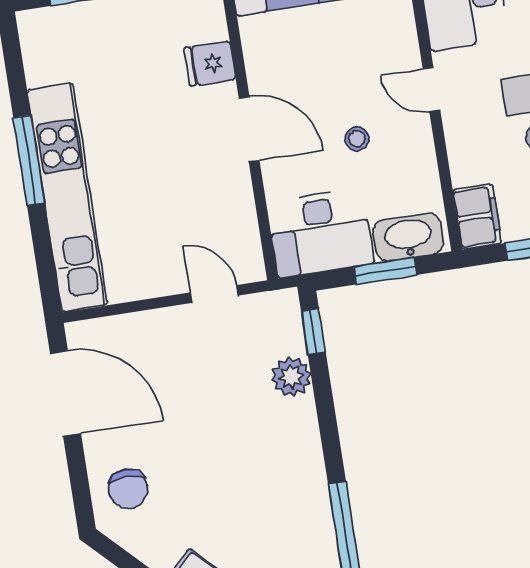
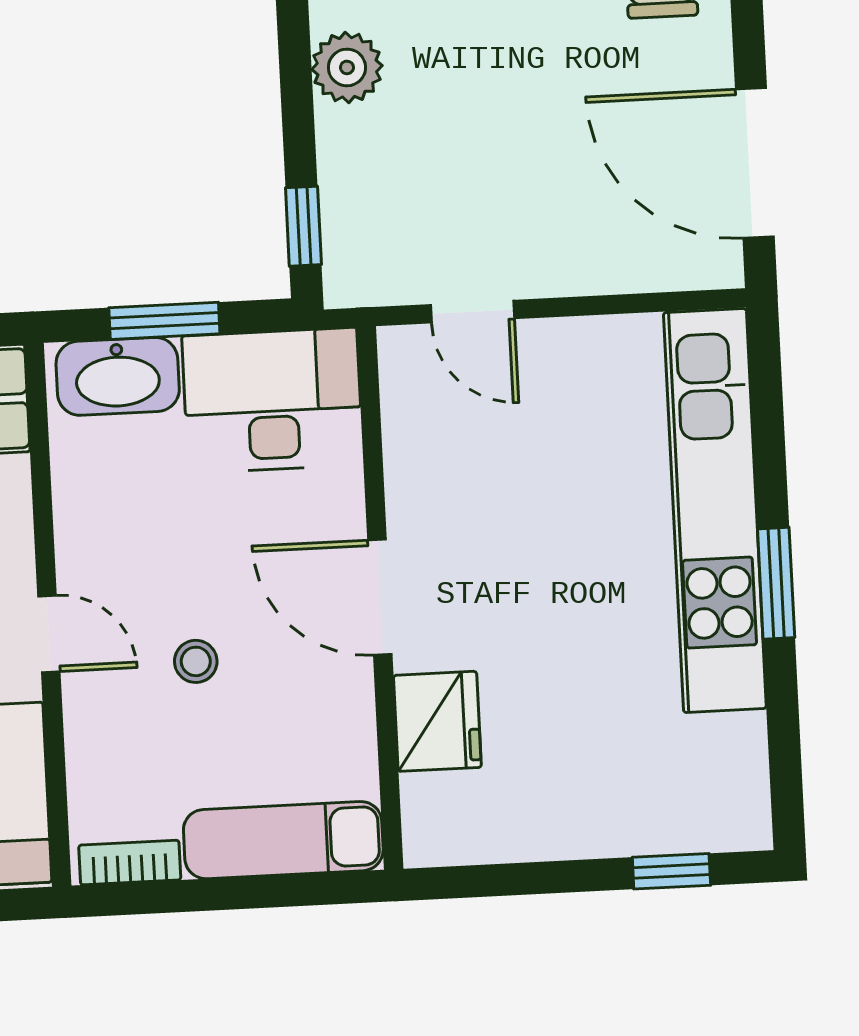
fridge: (210, 64) -> (437, 721), width x1.38
stool: (357, 139) -> (196, 661), moved
window: (29, 160) -> (776, 583), width x0.69
plant: (291, 377) -> (347, 67), moved

